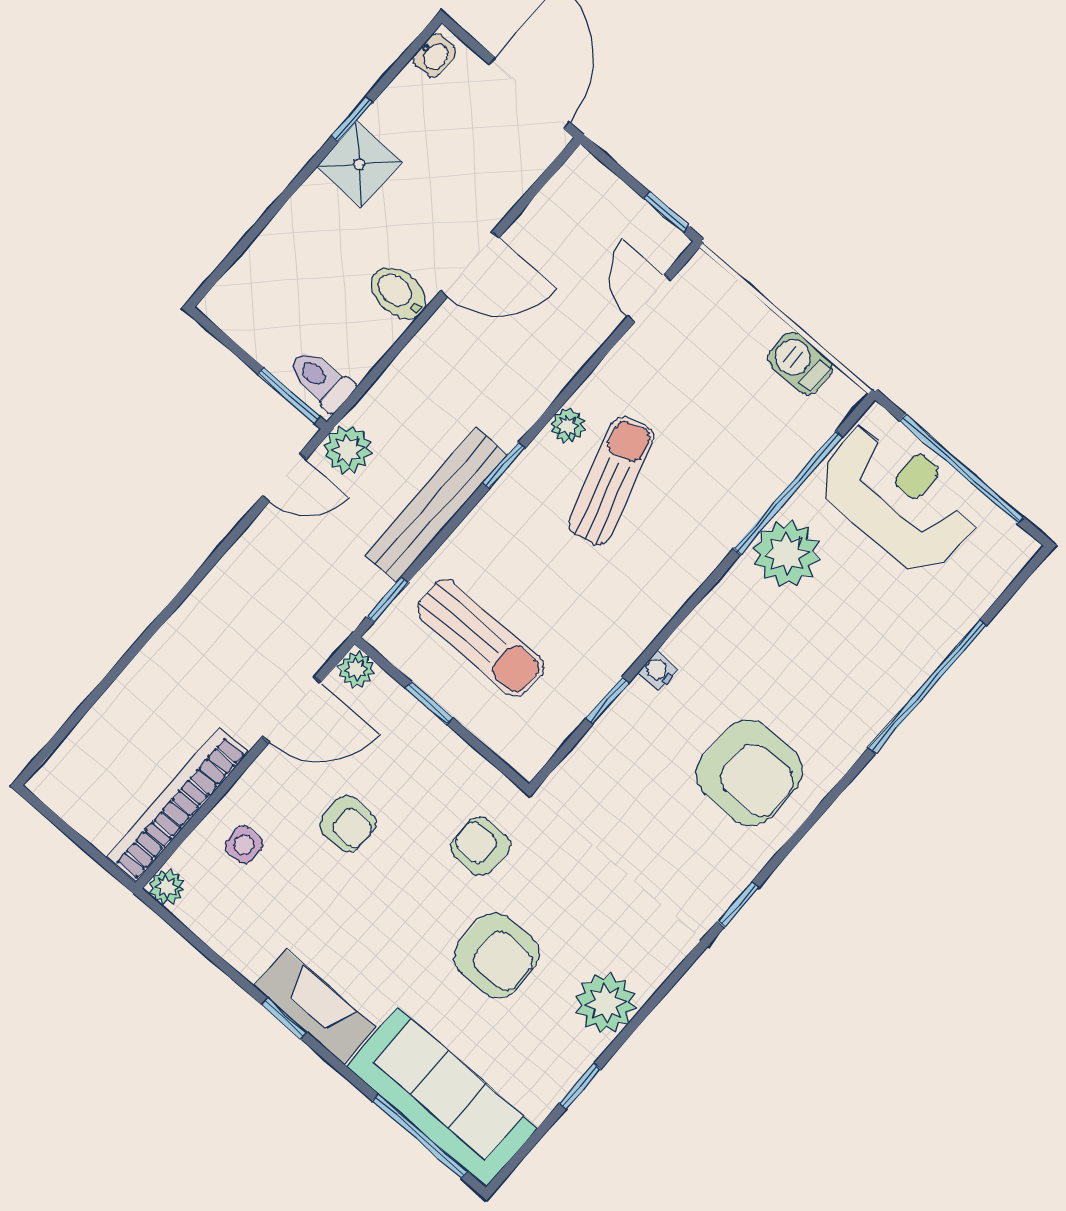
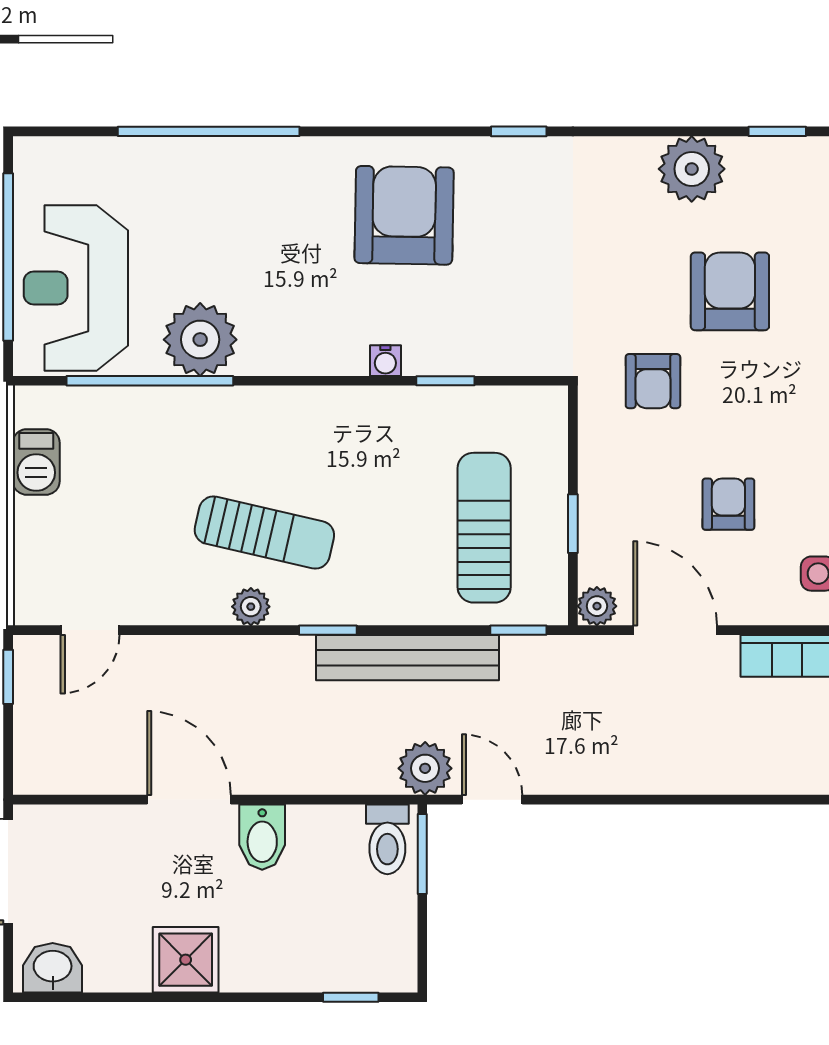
washbasin: (434, 55) -> (53, 968), width x1.38, depth x1.45
window: (352, 119) -> (351, 997), moved
sun lounger: (611, 481) -> (264, 533), turned -150

